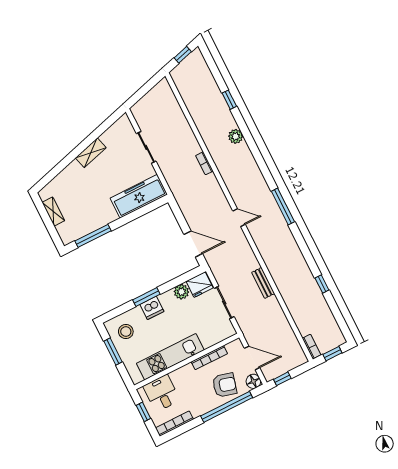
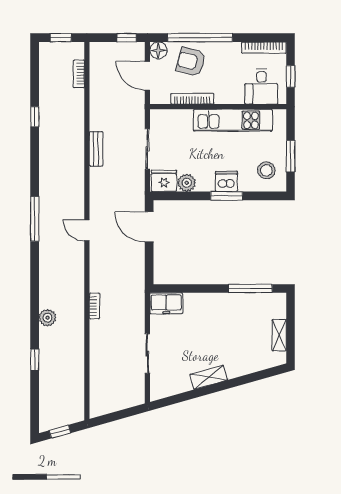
freezer: (139, 196) -> (166, 303), width x0.52, depth x0.79
bookcase: (312, 347) -> (79, 74), moved

